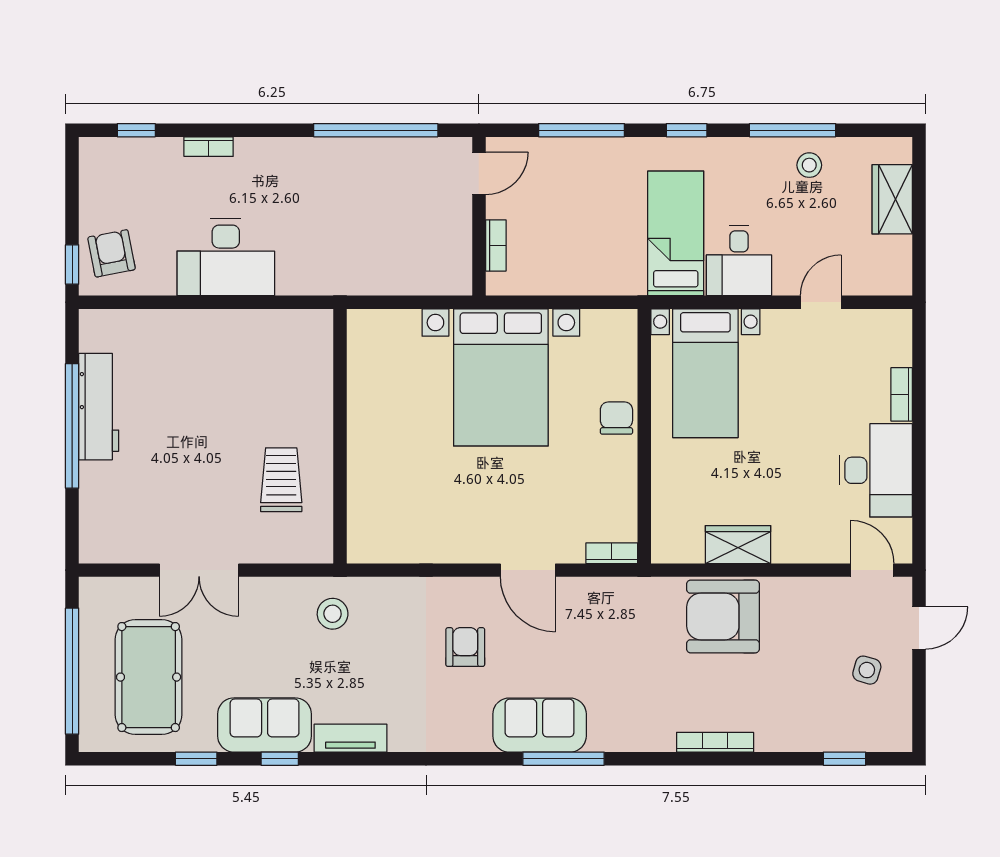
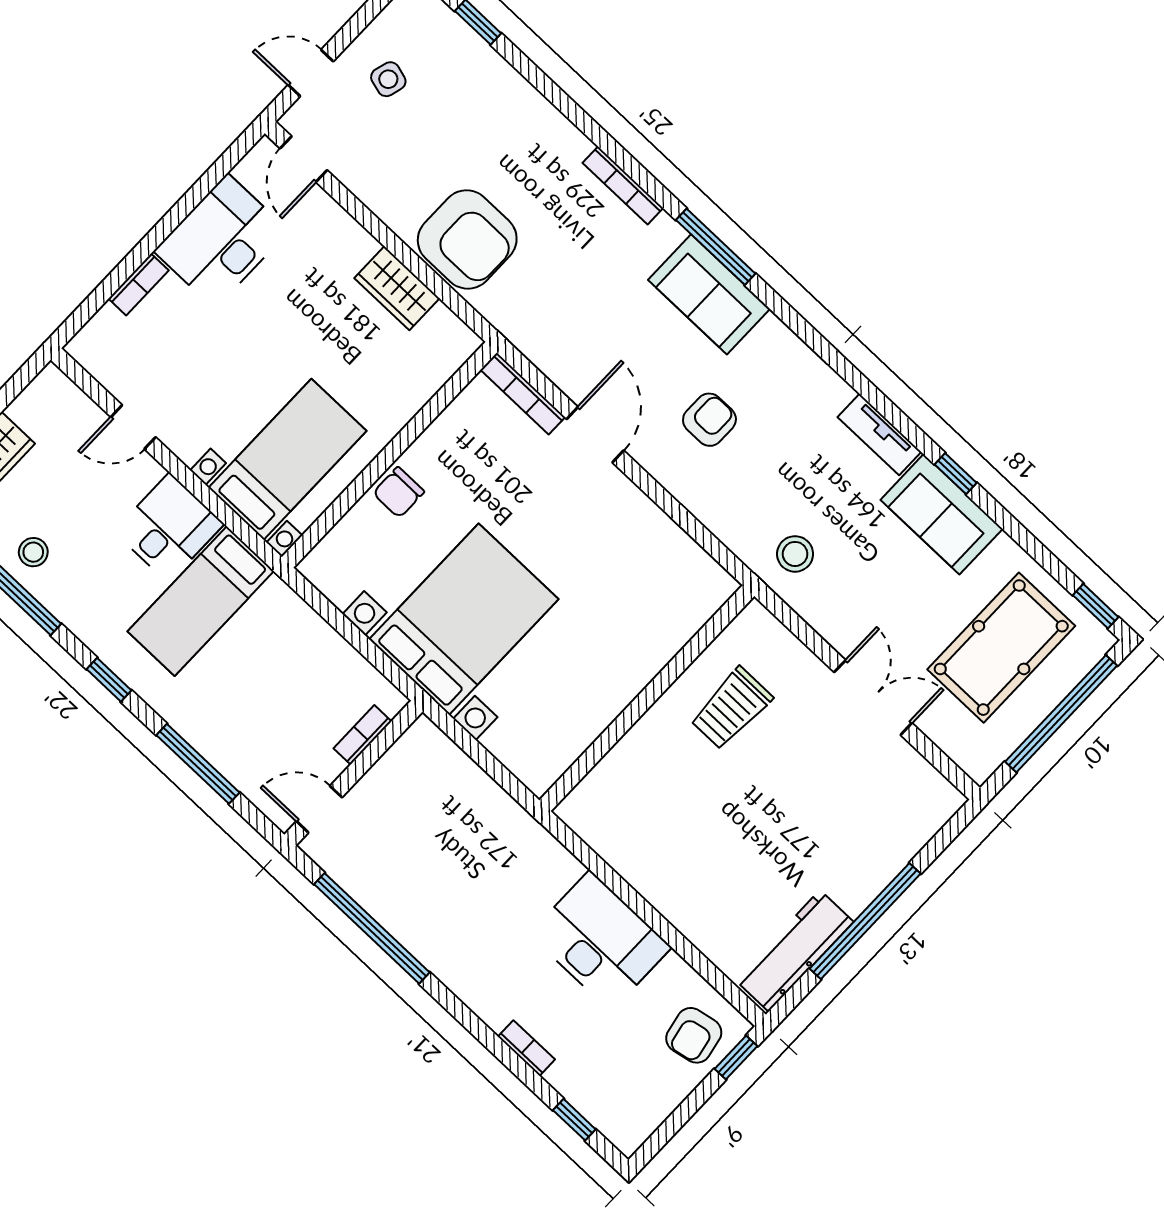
workbench: (99, 407) -> (794, 951), moved
bookcase: (612, 553) -> (523, 394), width x1.56
armchair: (465, 647) -> (709, 420), turned 180
bookcase: (715, 742) -> (623, 185), moved
window: (196, 759) -> (1096, 606), moved

